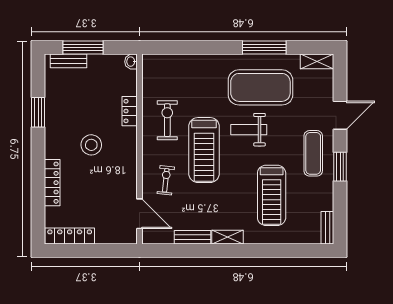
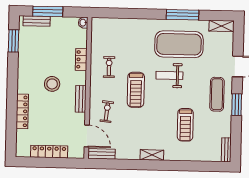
window: (38, 112) -> (14, 41), moved
exercise bike: (167, 120) -> (109, 67), width x0.73, depth x0.72
treadmill: (204, 150) -> (136, 90), width x0.73, depth x0.73
bench: (130, 164) -> (81, 99), added
treadmill: (272, 195) -> (185, 125), width x0.73, depth x0.73
locker: (70, 236) -> (49, 152), moved
bench: (193, 237) -> (102, 154), moved

